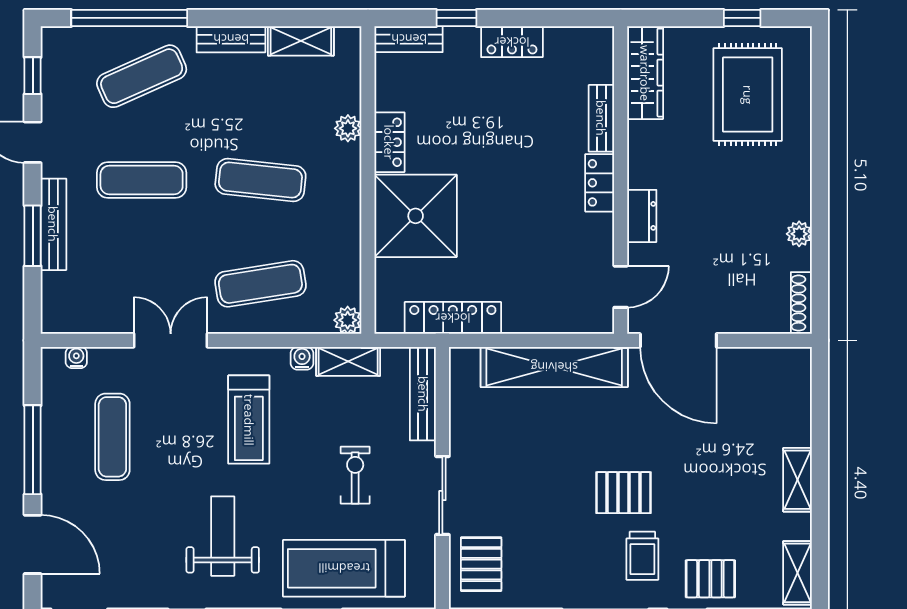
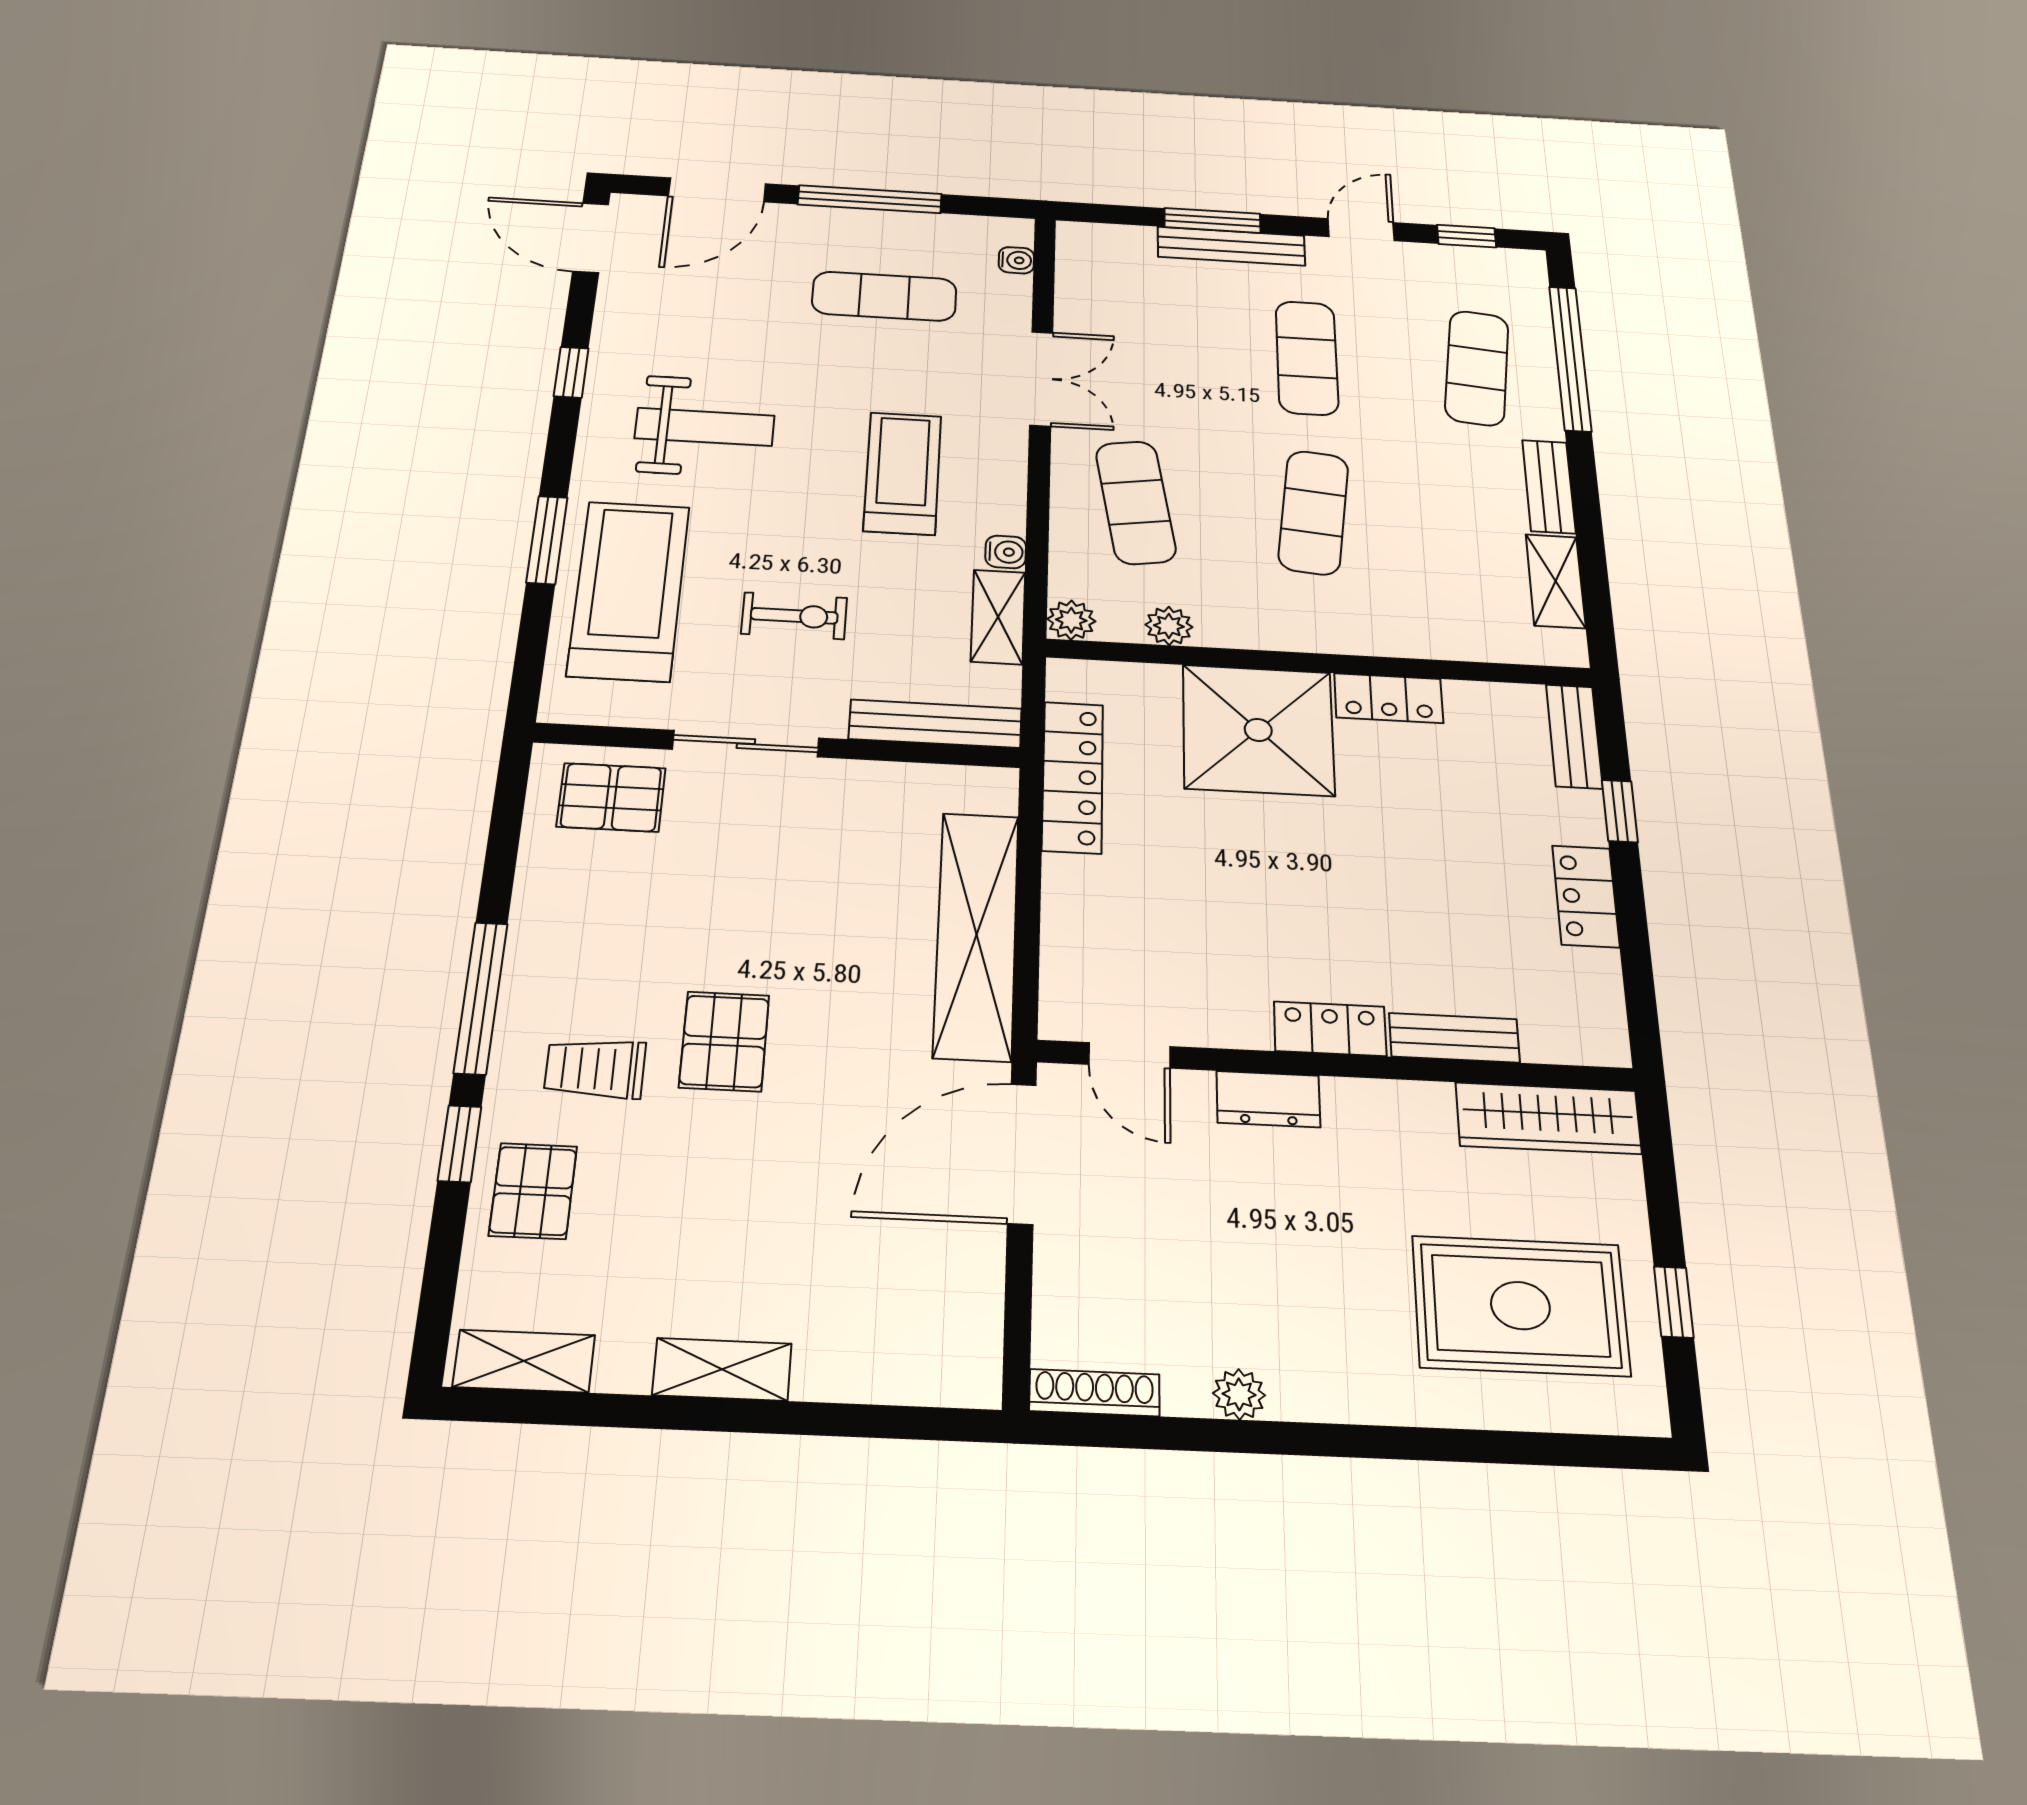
exercise mat: (142, 76) -> (1477, 368), turned 30
plant: (348, 128) -> (1169, 626), moved
treadmill: (249, 420) -> (903, 473), turned 90

